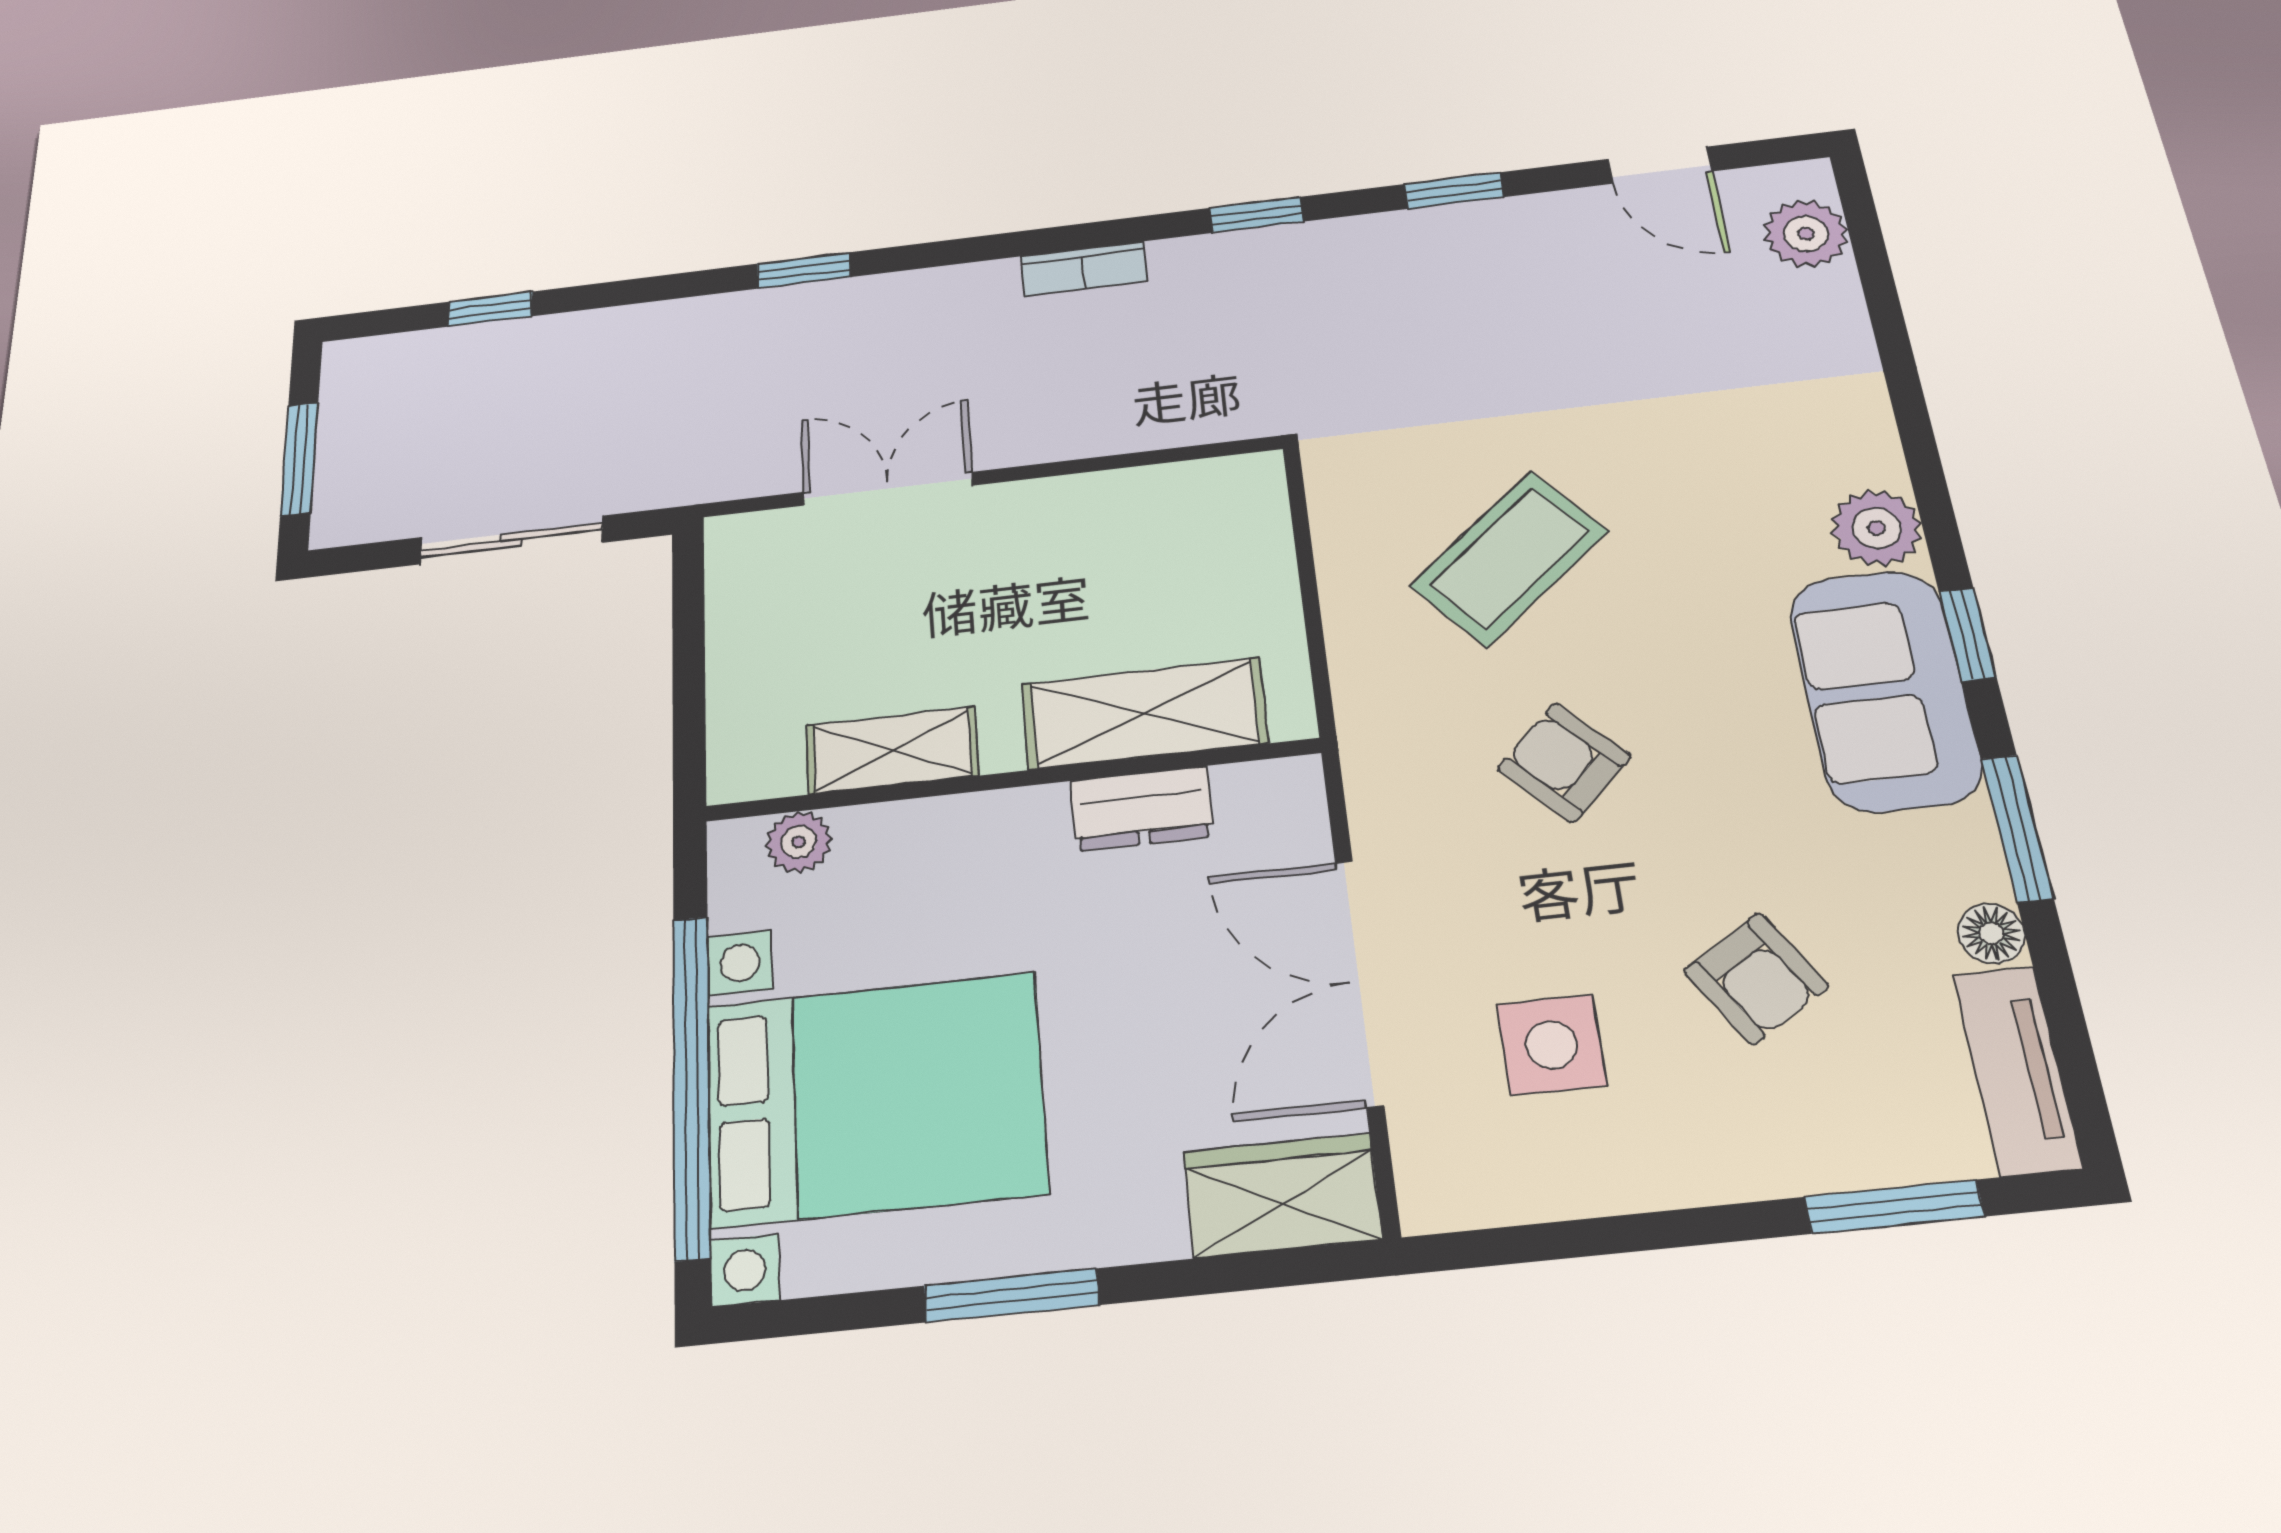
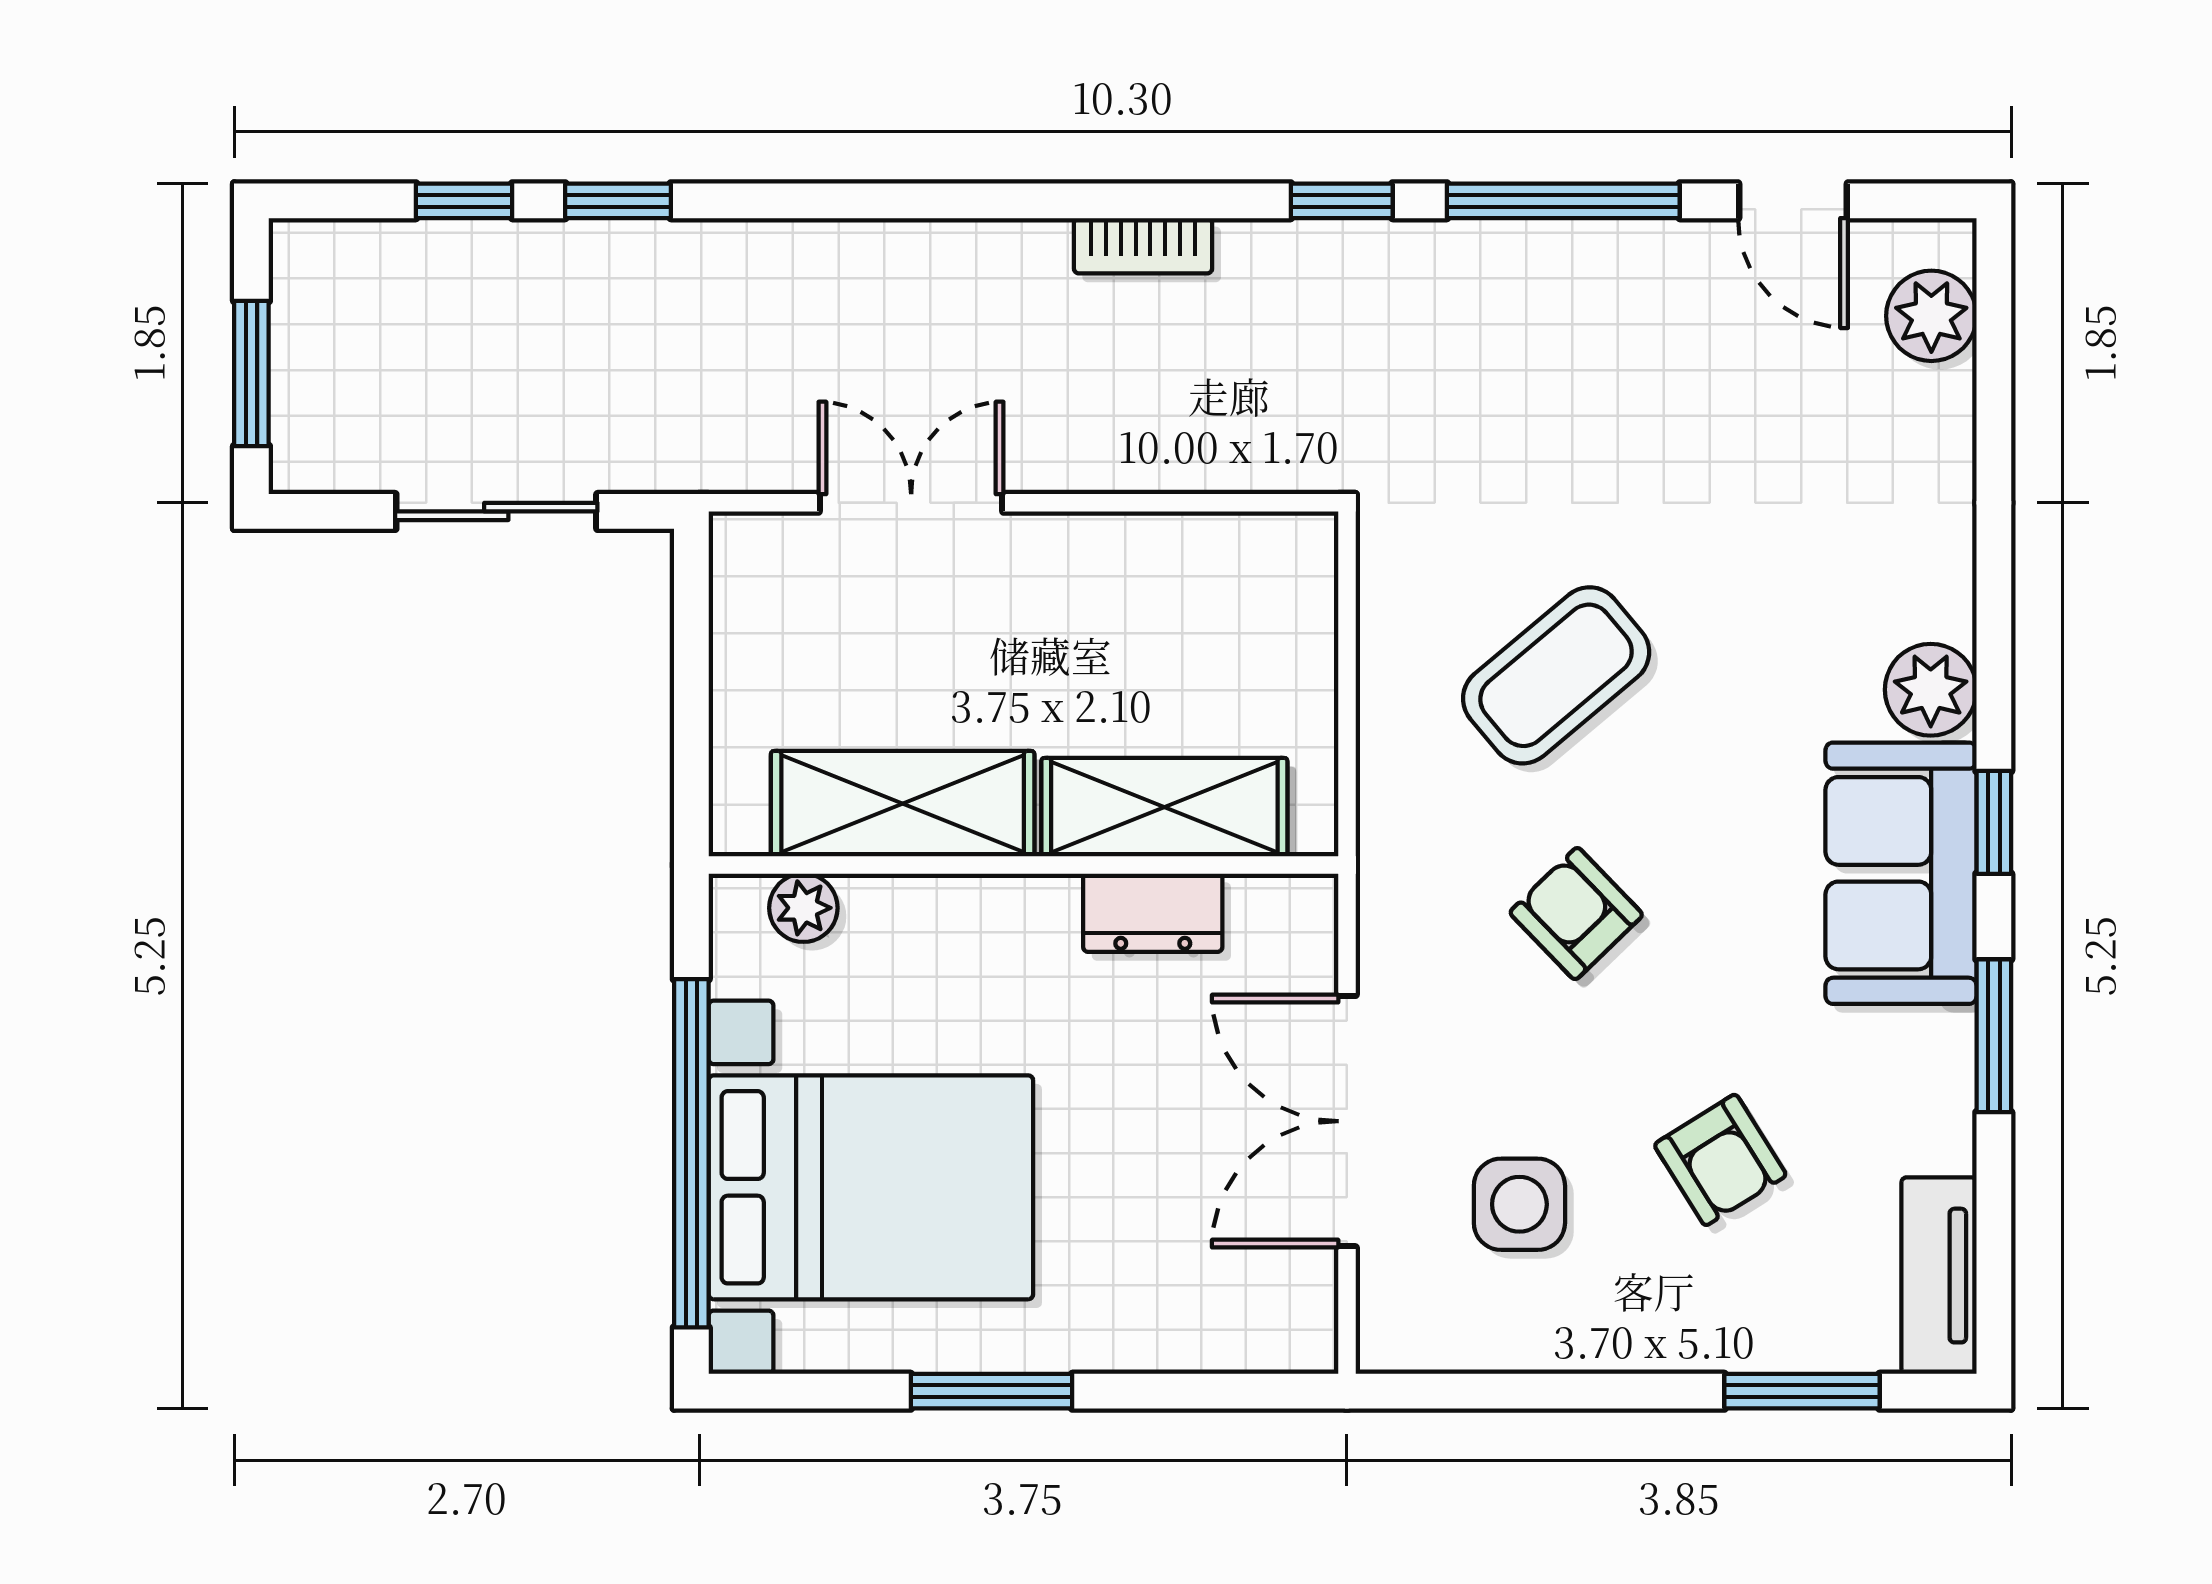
window: (1454, 191) -> (1563, 201), width x2.17
window: (804, 270) -> (618, 201), moved
shelving: (892, 750) -> (903, 804), width x1.50, depth x1.33
floor lamp: (1991, 933) -> (1946, 1140), removed
wardrobe: (1282, 1195) -> (1250, 1323), removed

